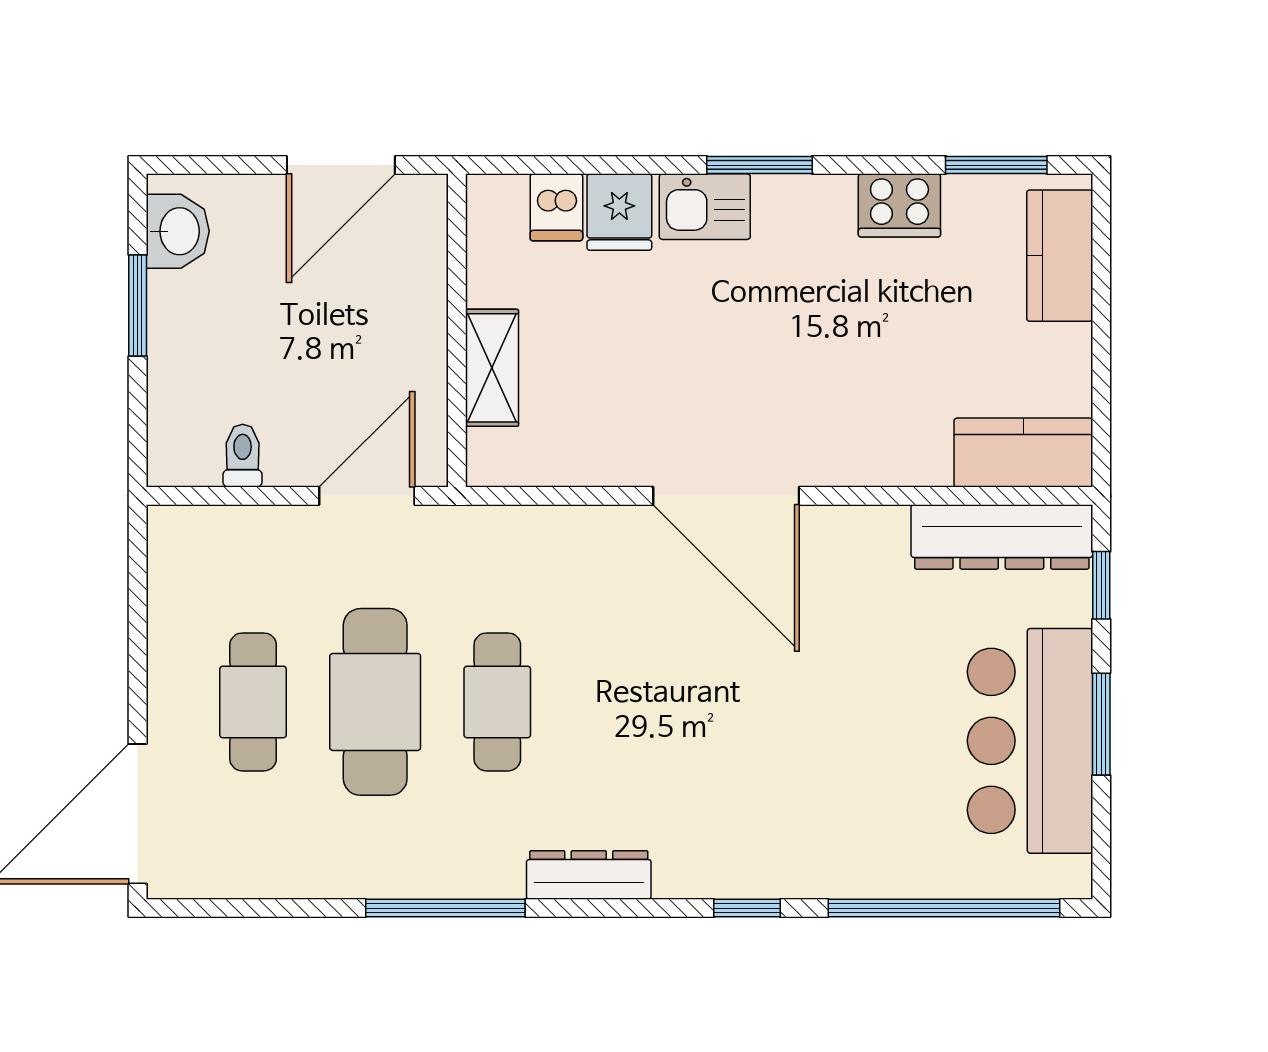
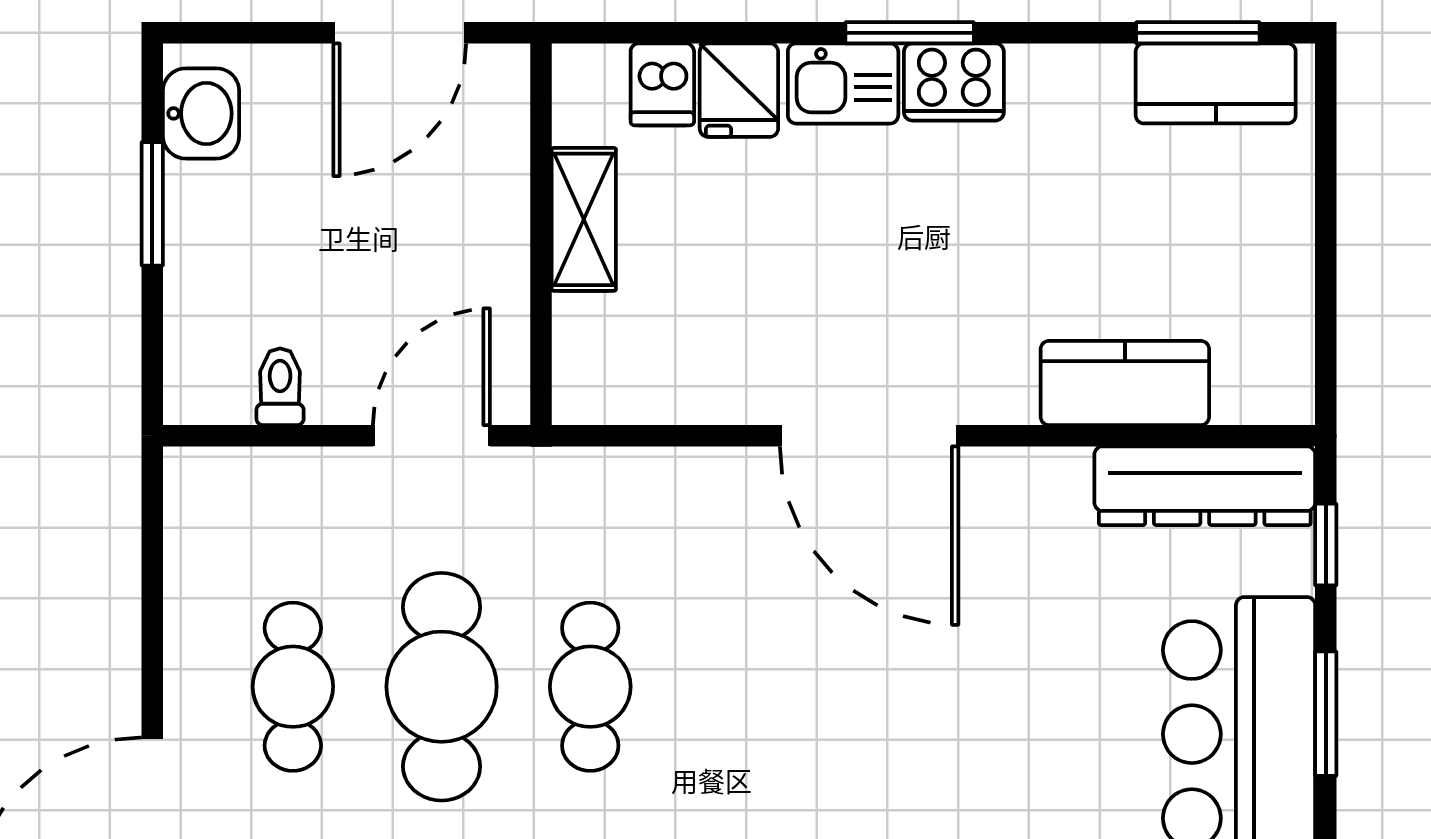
cooker: (899, 205) -> (954, 82), moved
kitchen counter: (1060, 256) -> (1216, 83), moved, turned -90
shelving: (492, 368) -> (584, 219), moved
kitchen counter: (1023, 453) -> (1125, 383), moved

